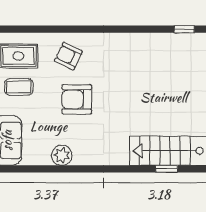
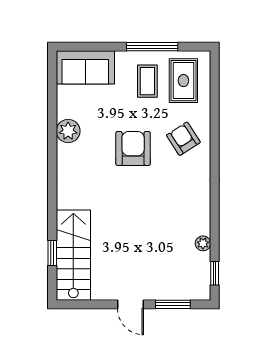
plant: (158, 39) -> (203, 243), added
armchair: (68, 56) -> (183, 139), turned -59

